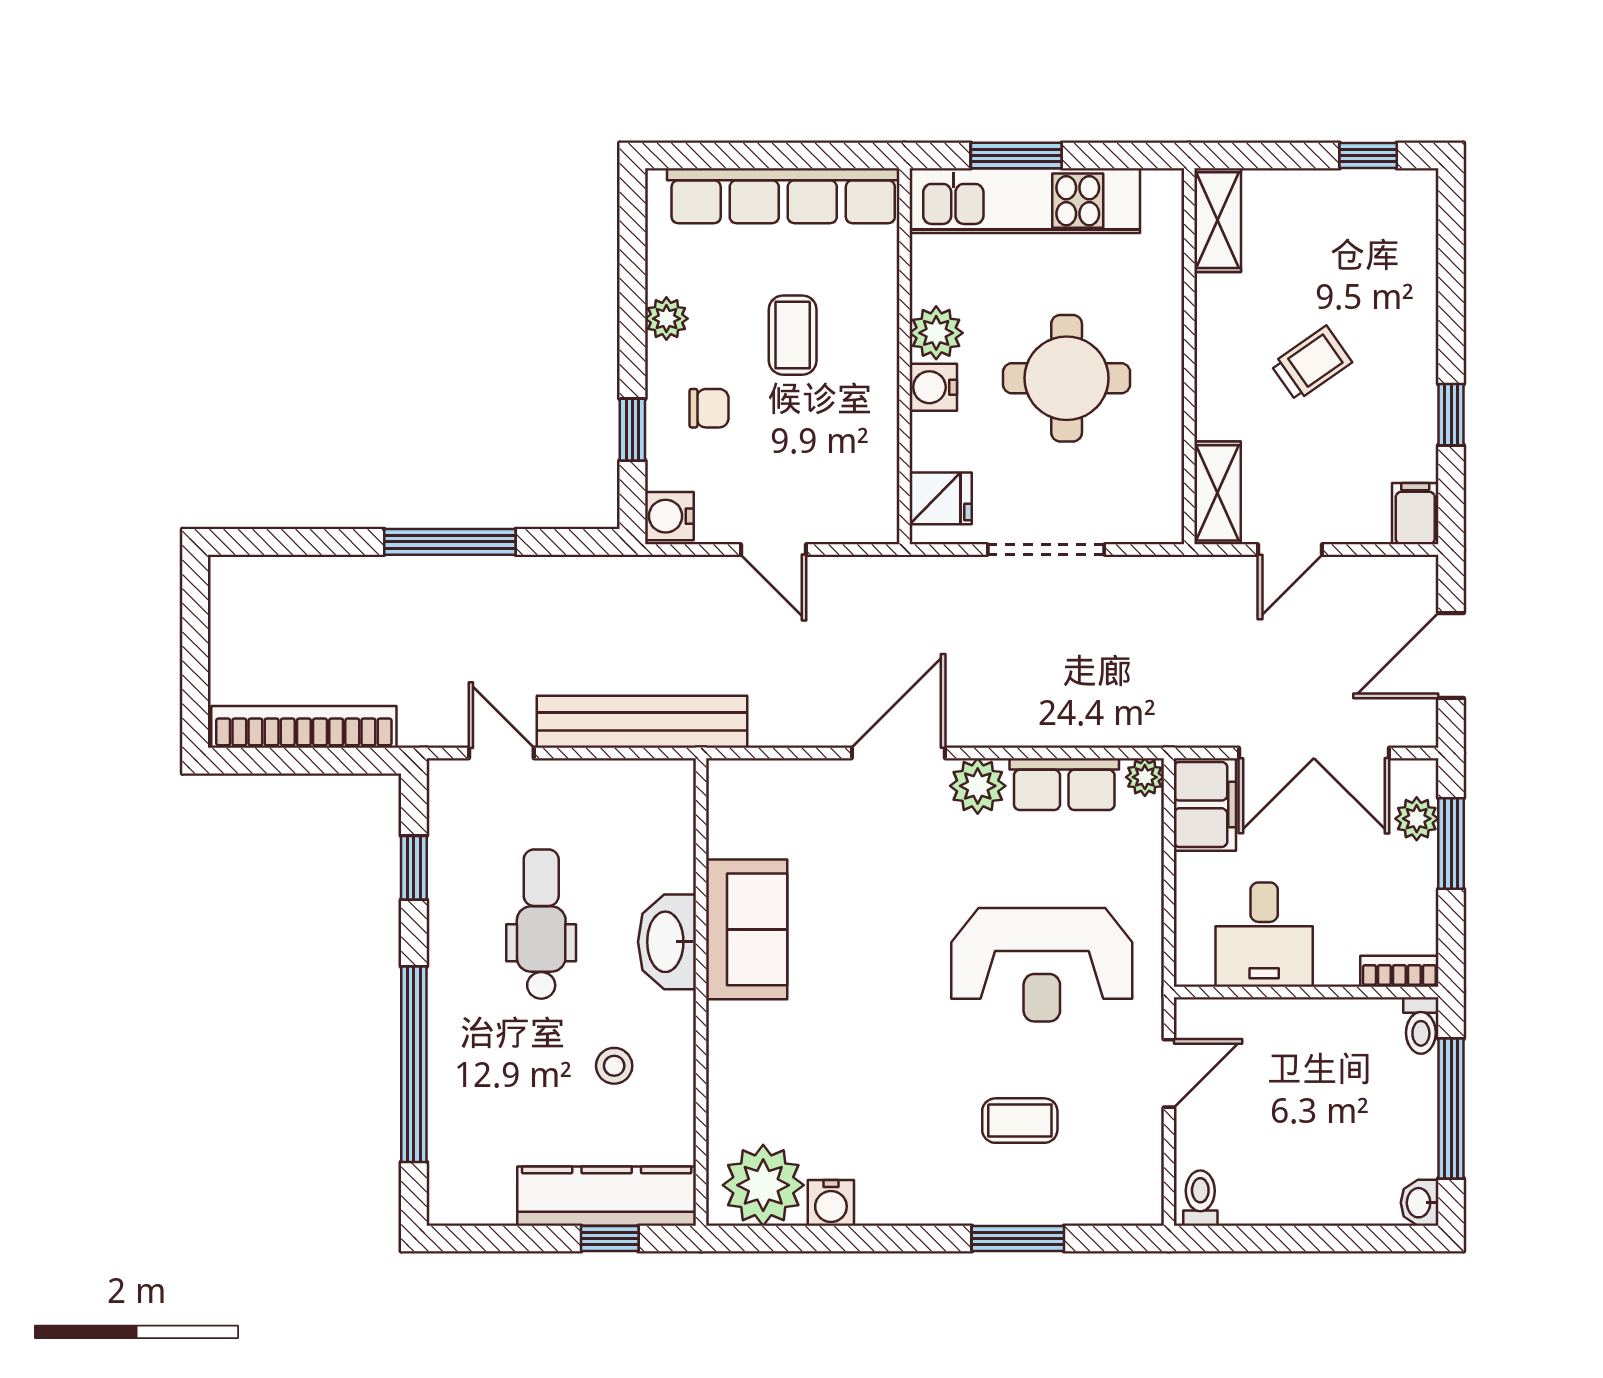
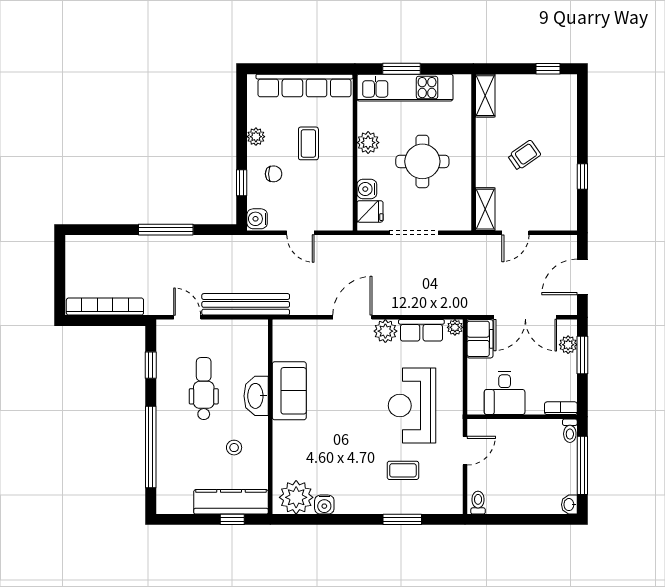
water cooler: (933, 387) -> (367, 189), moved
filing cabinet: (1415, 514) -> (567, 218), removed
reception desk: (1042, 965) -> (412, 406), turned 90

